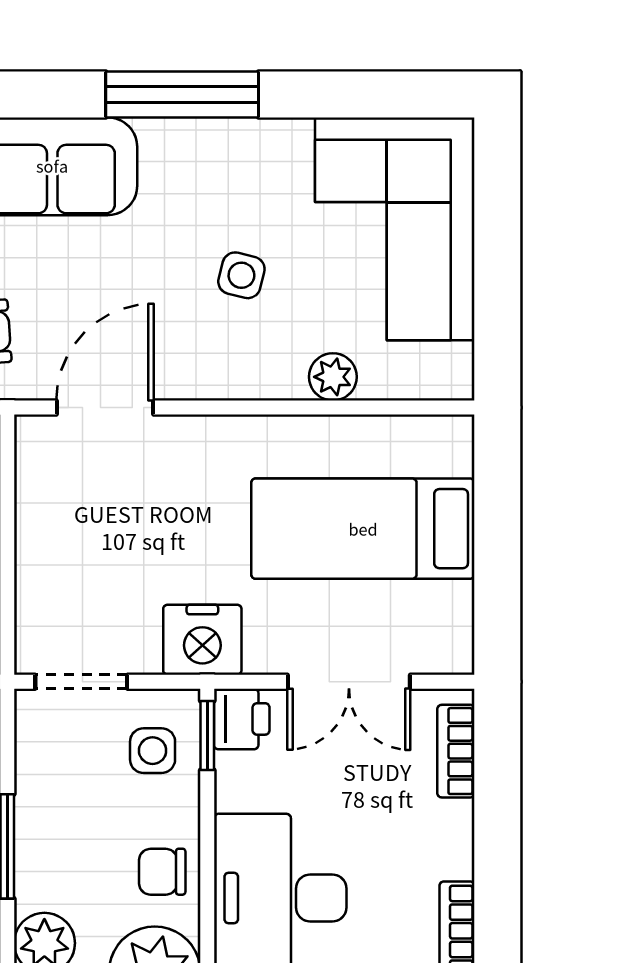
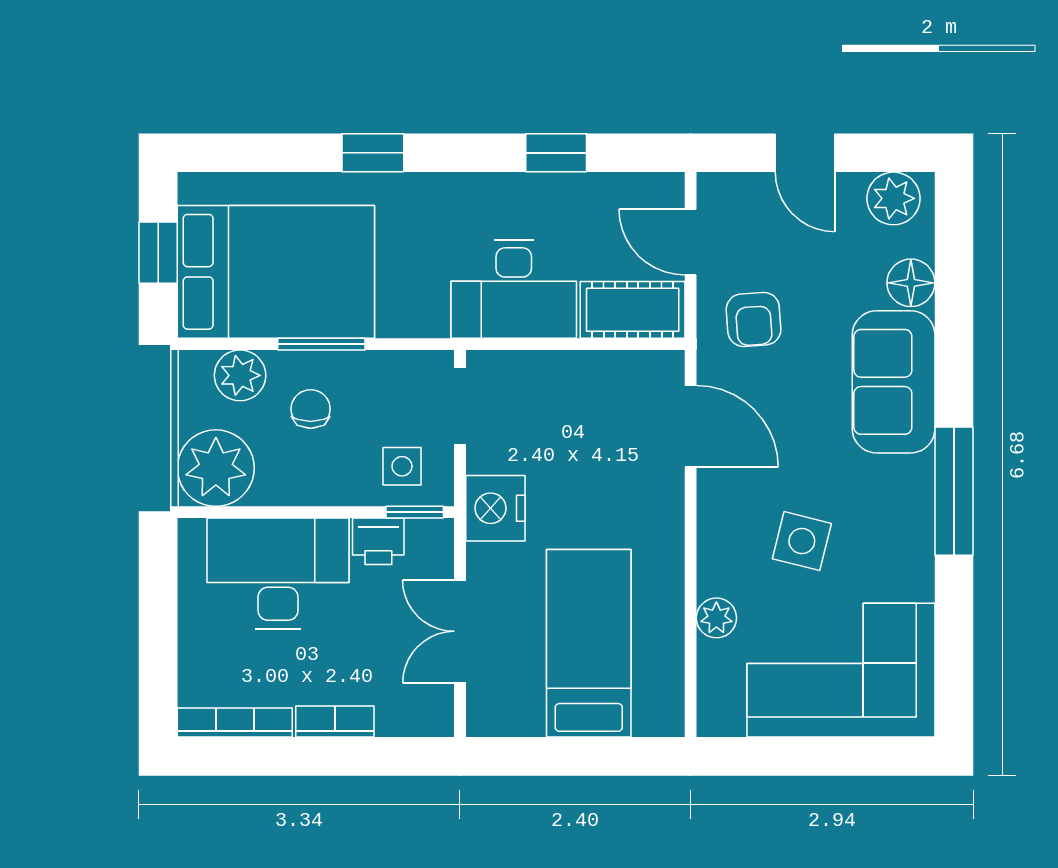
side table: (241, 275) -> (802, 541), width x1.37, depth x1.37
printer: (242, 719) -> (378, 541), moved
bookcase: (456, 751) -> (335, 721), moved
chair: (162, 872) -> (311, 409), moved

